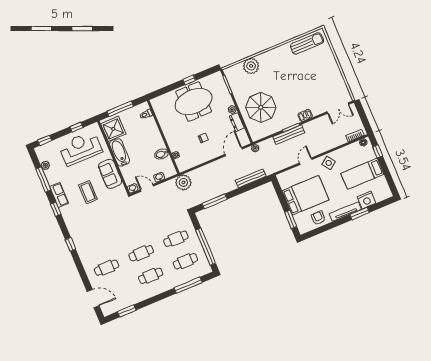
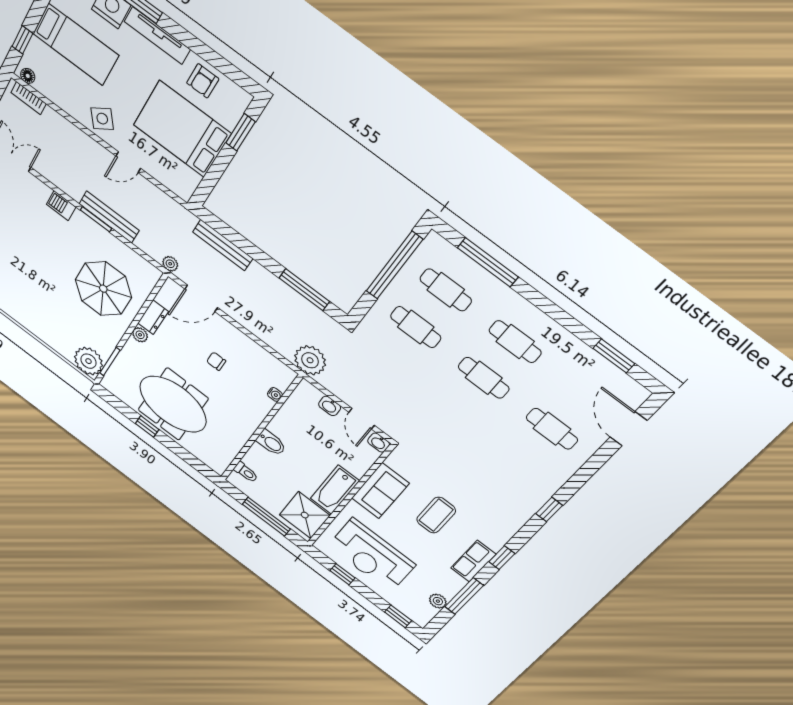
plant: (251, 66) -> (89, 361), moved
bidet: (161, 154) -> (271, 443), moved

